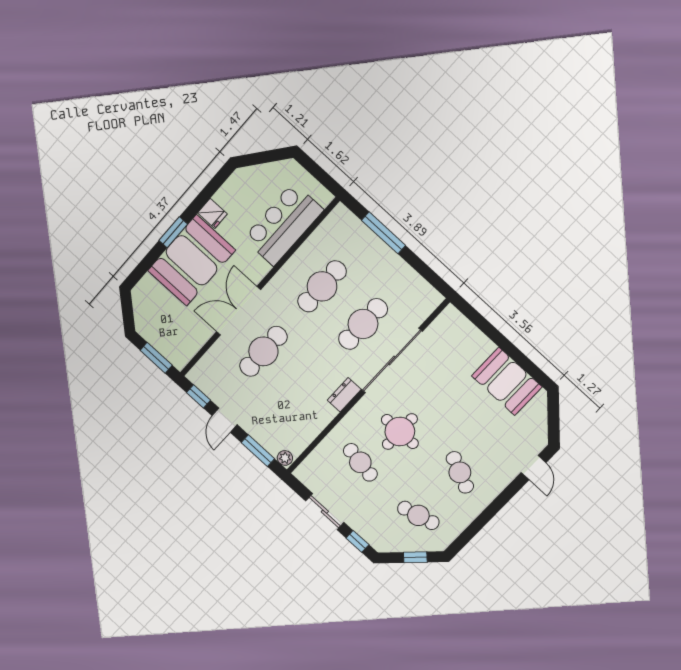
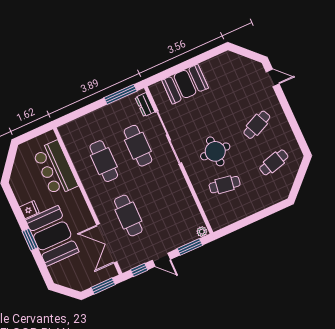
window: (383, 233) -> (120, 94), moved
double door: (239, 311) -> (107, 243), moved
booth: (507, 381) -> (185, 84), moved
dresser: (344, 395) -> (145, 105), moved
cafe table: (460, 472) -> (257, 125), turned -48
sliding door: (325, 512) -> (247, 221), removed
window: (357, 541) -> (275, 208), removed
window: (415, 557) -> (300, 176), removed

